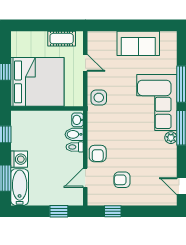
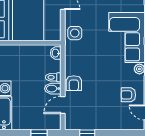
bidet: (74, 134) -> (53, 89), moved
armchair: (122, 180) -> (128, 95), moved

